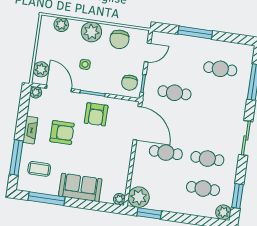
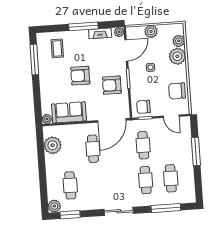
plant: (91, 32) -> (177, 56), moved
plant: (41, 69) -> (151, 31), moved
fireplace: (30, 130) -> (100, 33), moved
armchair: (62, 132) -> (80, 76), moved, turned 90
window: (16, 158) -> (83, 26), moved
cafe table: (207, 159) -> (146, 180), moved
sofa: (80, 187) -> (69, 112), moved, turned -90
plant: (139, 197) -> (53, 145), moved
window: (149, 213) -> (40, 146), removed

